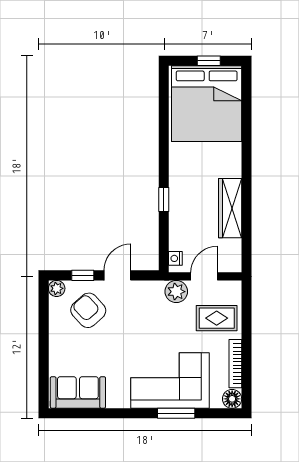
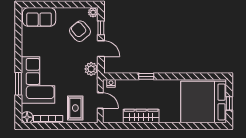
plant: (176, 292) -> (91, 69), moved
armchair: (88, 310) -> (80, 31), turned -88
sofa: (78, 392) -> (39, 17), moved, turned 90

